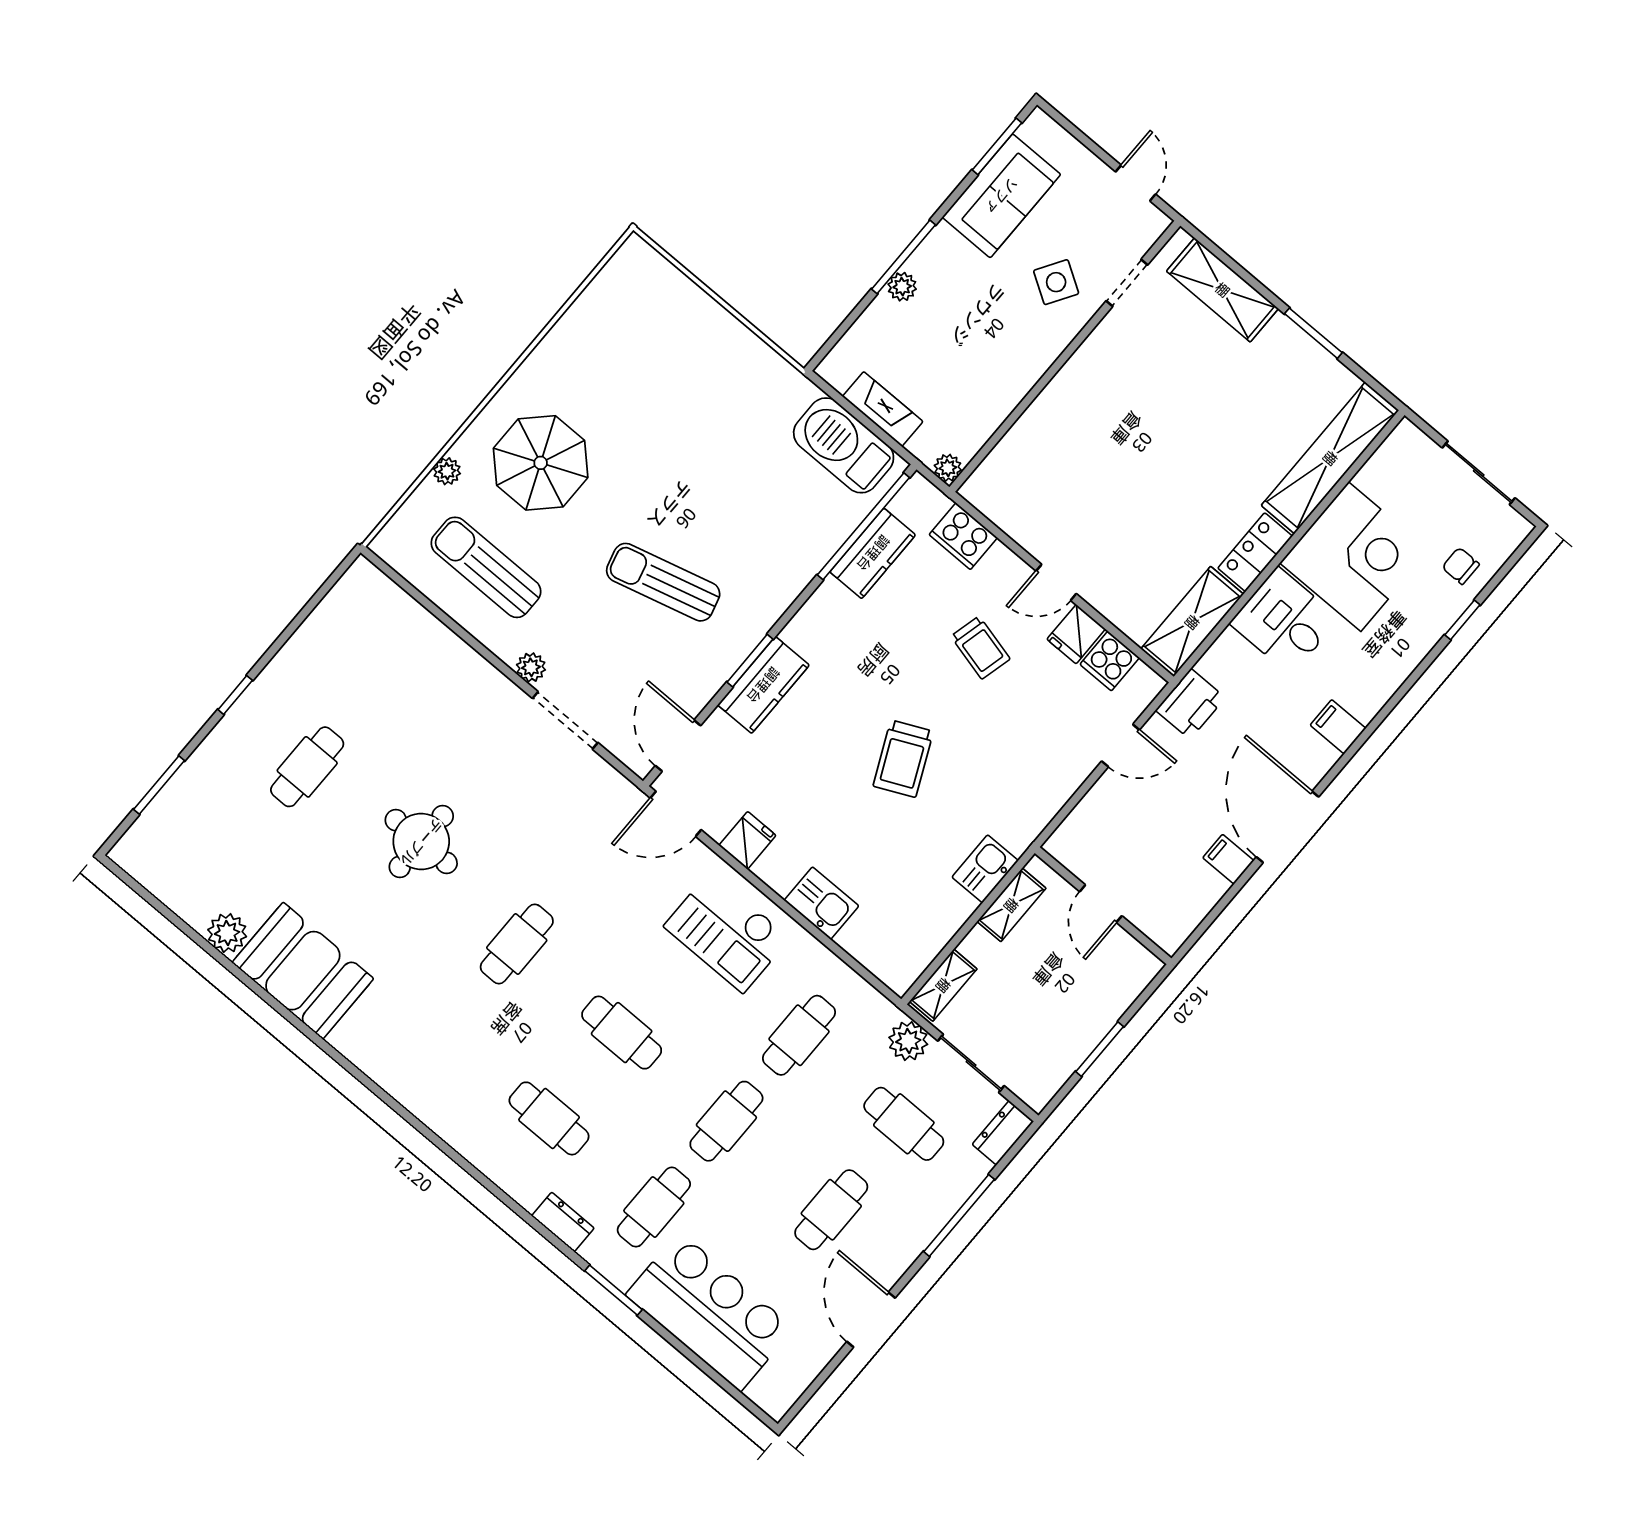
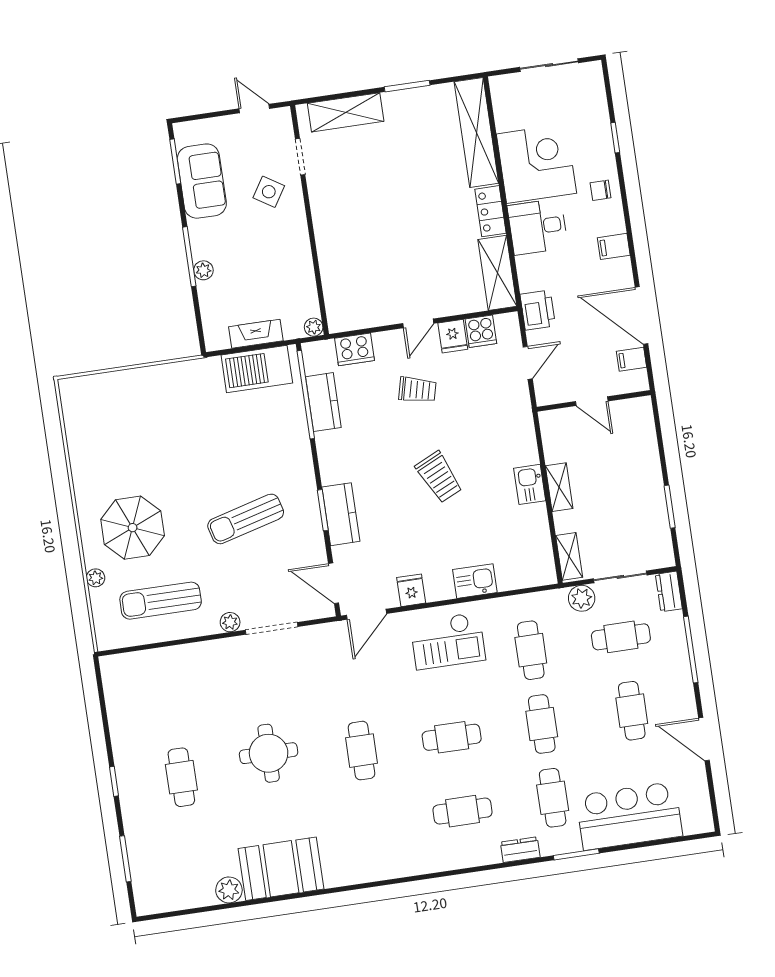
chair: (1461, 566) -> (601, 190), moved
door: (1101, 904) -> (592, 401), moved
wall: (1103, 906) -> (594, 401), moved

